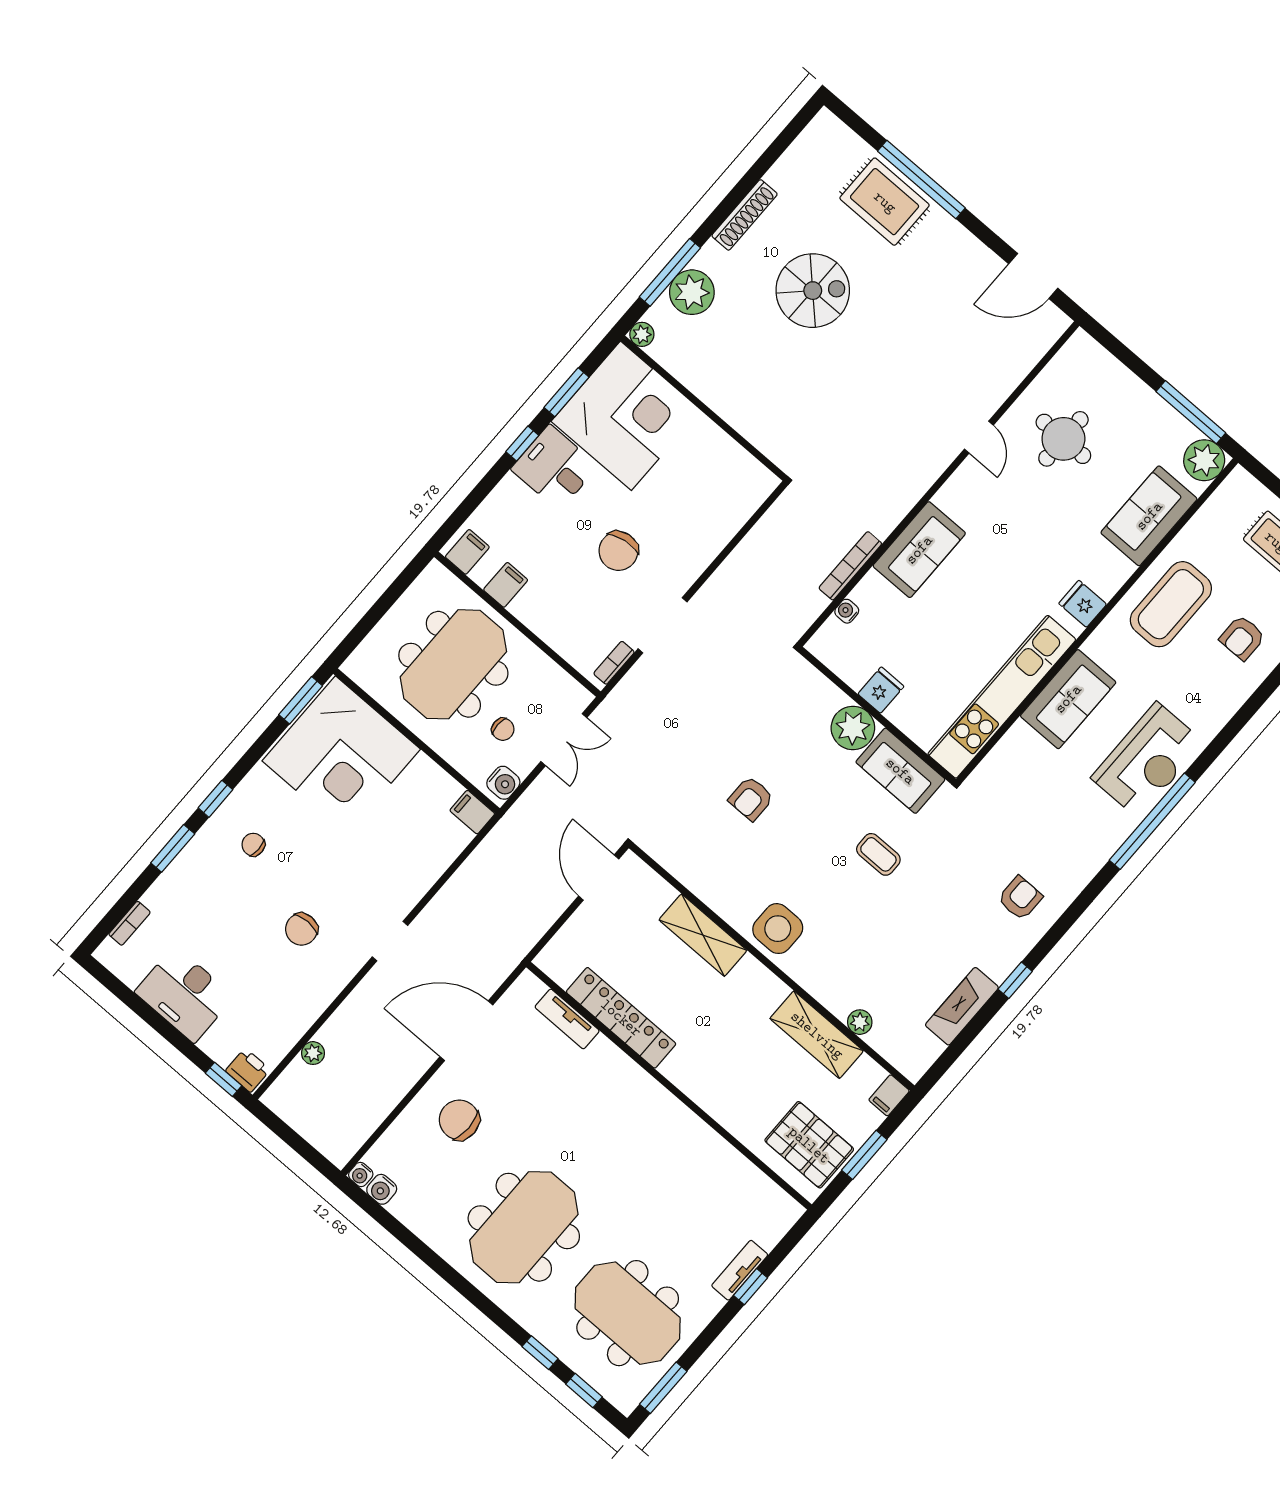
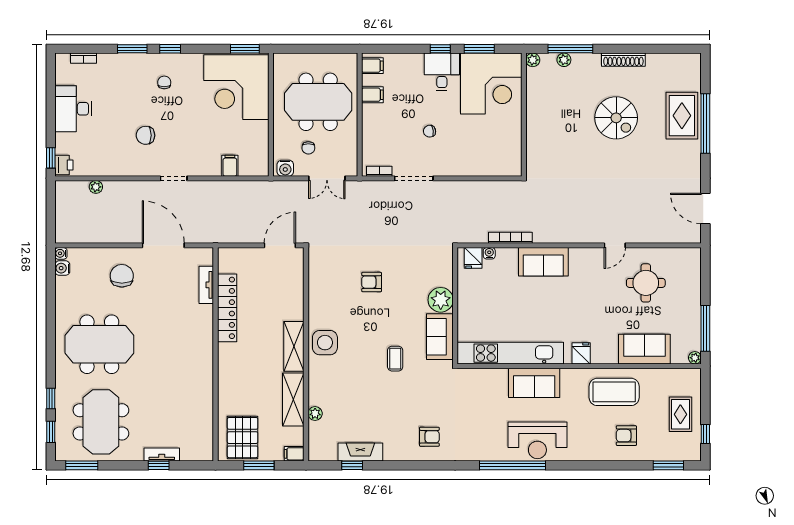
plant: (692, 292) -> (564, 60), width x0.53, depth x0.53
plant: (1204, 460) -> (695, 358), width x0.53, depth x0.53
chair: (618, 551) -> (430, 131), width x0.54, depth x0.54
fridge: (881, 690) -> (473, 258), moved, turned 90
filing cabinet: (472, 812) -> (230, 166), moved
shelving: (703, 935) -> (294, 346), moved
window: (1015, 980) -> (352, 465), moved

